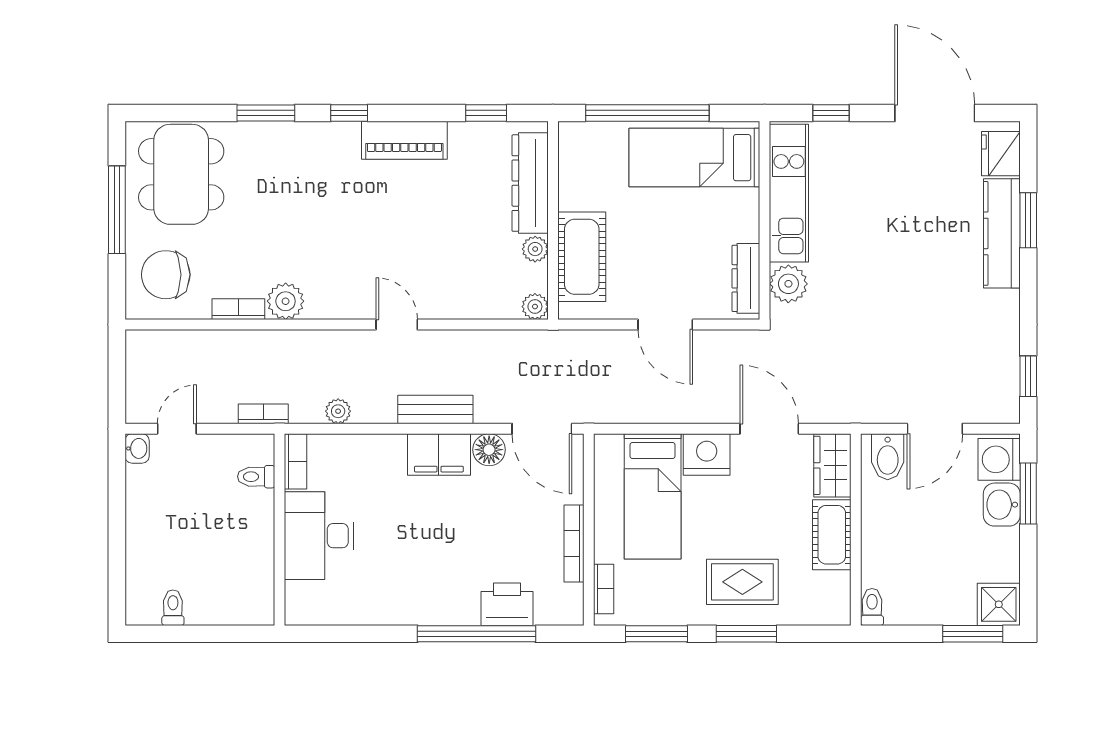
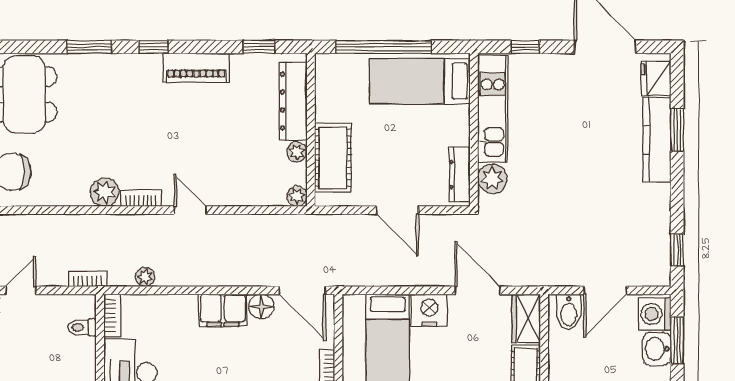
bookcase: (238, 309) -> (141, 198), moved
bench: (435, 410) -> (220, 276), removed

